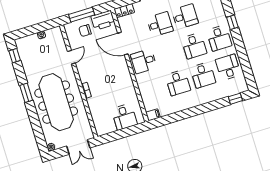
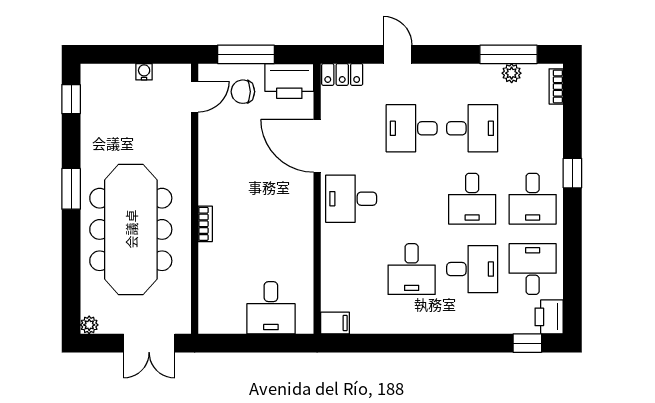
desk: (160, 24) -> (412, 128), turned 180
door: (71, 57) -> (195, 97), moved
desk: (203, 75) -> (472, 269), turned -90
printer: (241, 85) -> (549, 317), added

